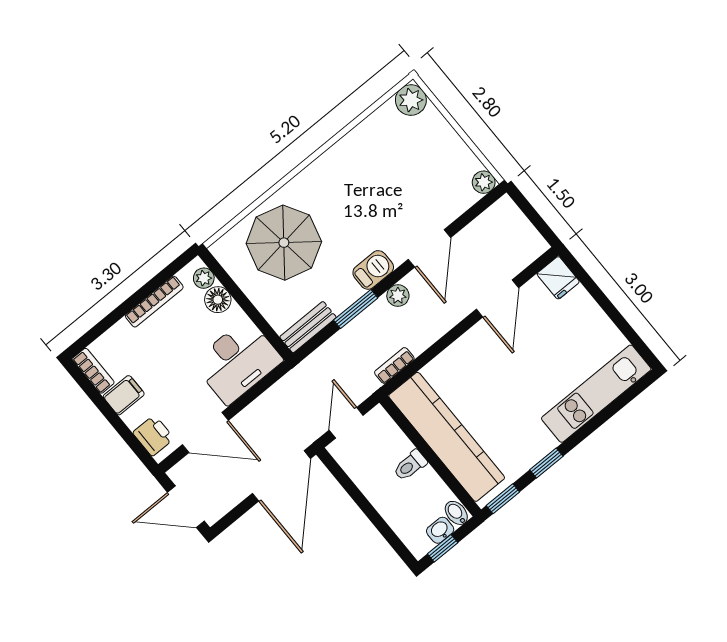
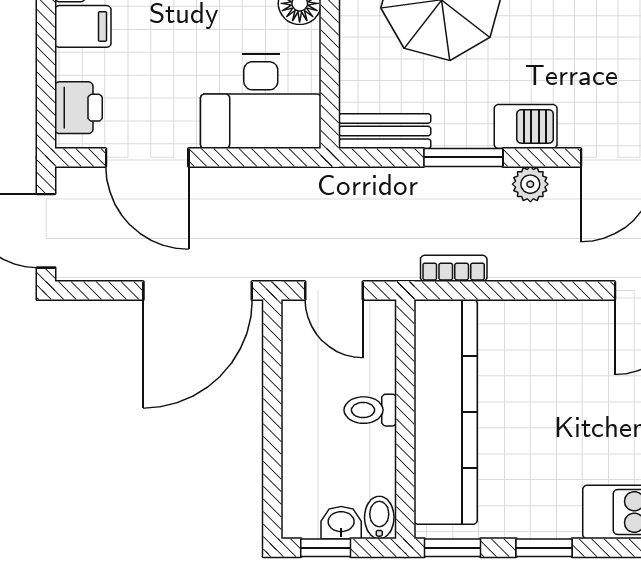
door: (346, 423) -> (334, 291), swing flipped

